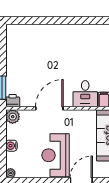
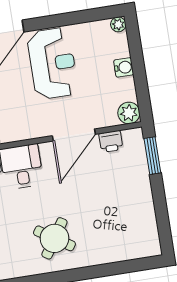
round table: (72, 46) -> (54, 238), added
printer: (13, 101) -> (111, 141), moved

